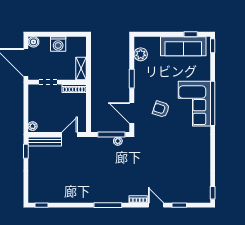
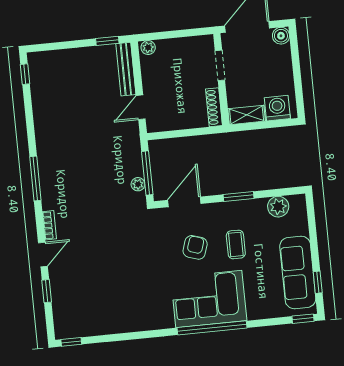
washing machine: (58, 44) -> (277, 108), moved, turned 90
coffee table: (162, 83) -> (236, 244), added
door: (70, 134) -> (141, 107), swing flipped

